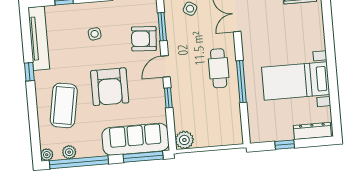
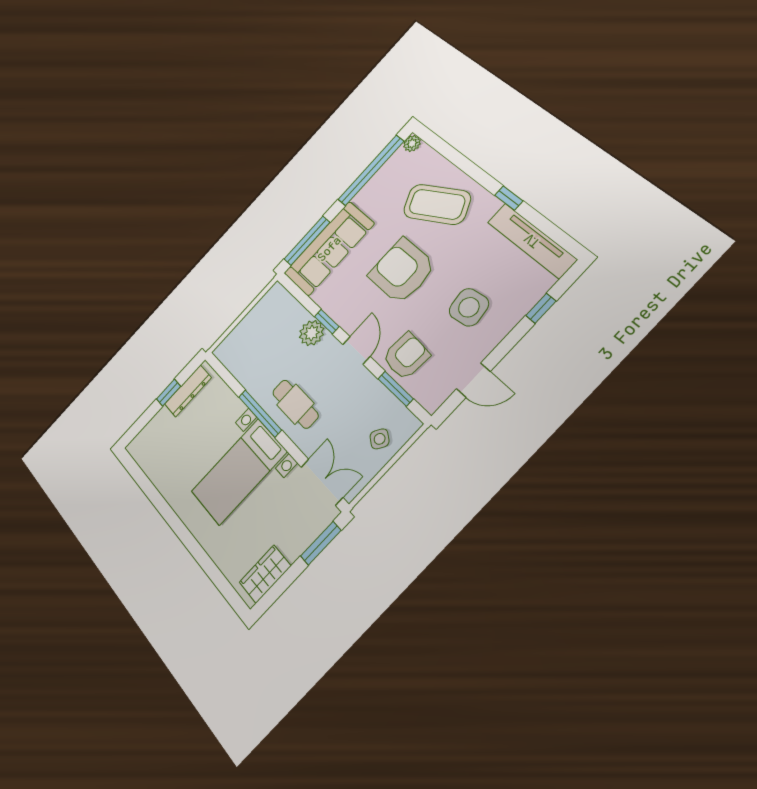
side table: (95, 34) -> (469, 307), width x1.87, depth x1.87
bed with nightstands: (296, 81) -> (239, 472), moved, turned 180
coffee table: (64, 105) -> (437, 204), turned -37
dresser: (312, 131) -> (188, 391), moved
plant: (184, 140) -> (312, 333), moved
plant: (69, 152) -> (390, 169), removed

